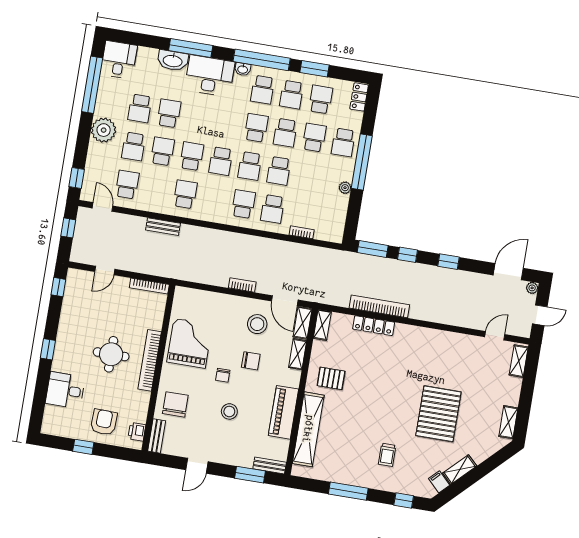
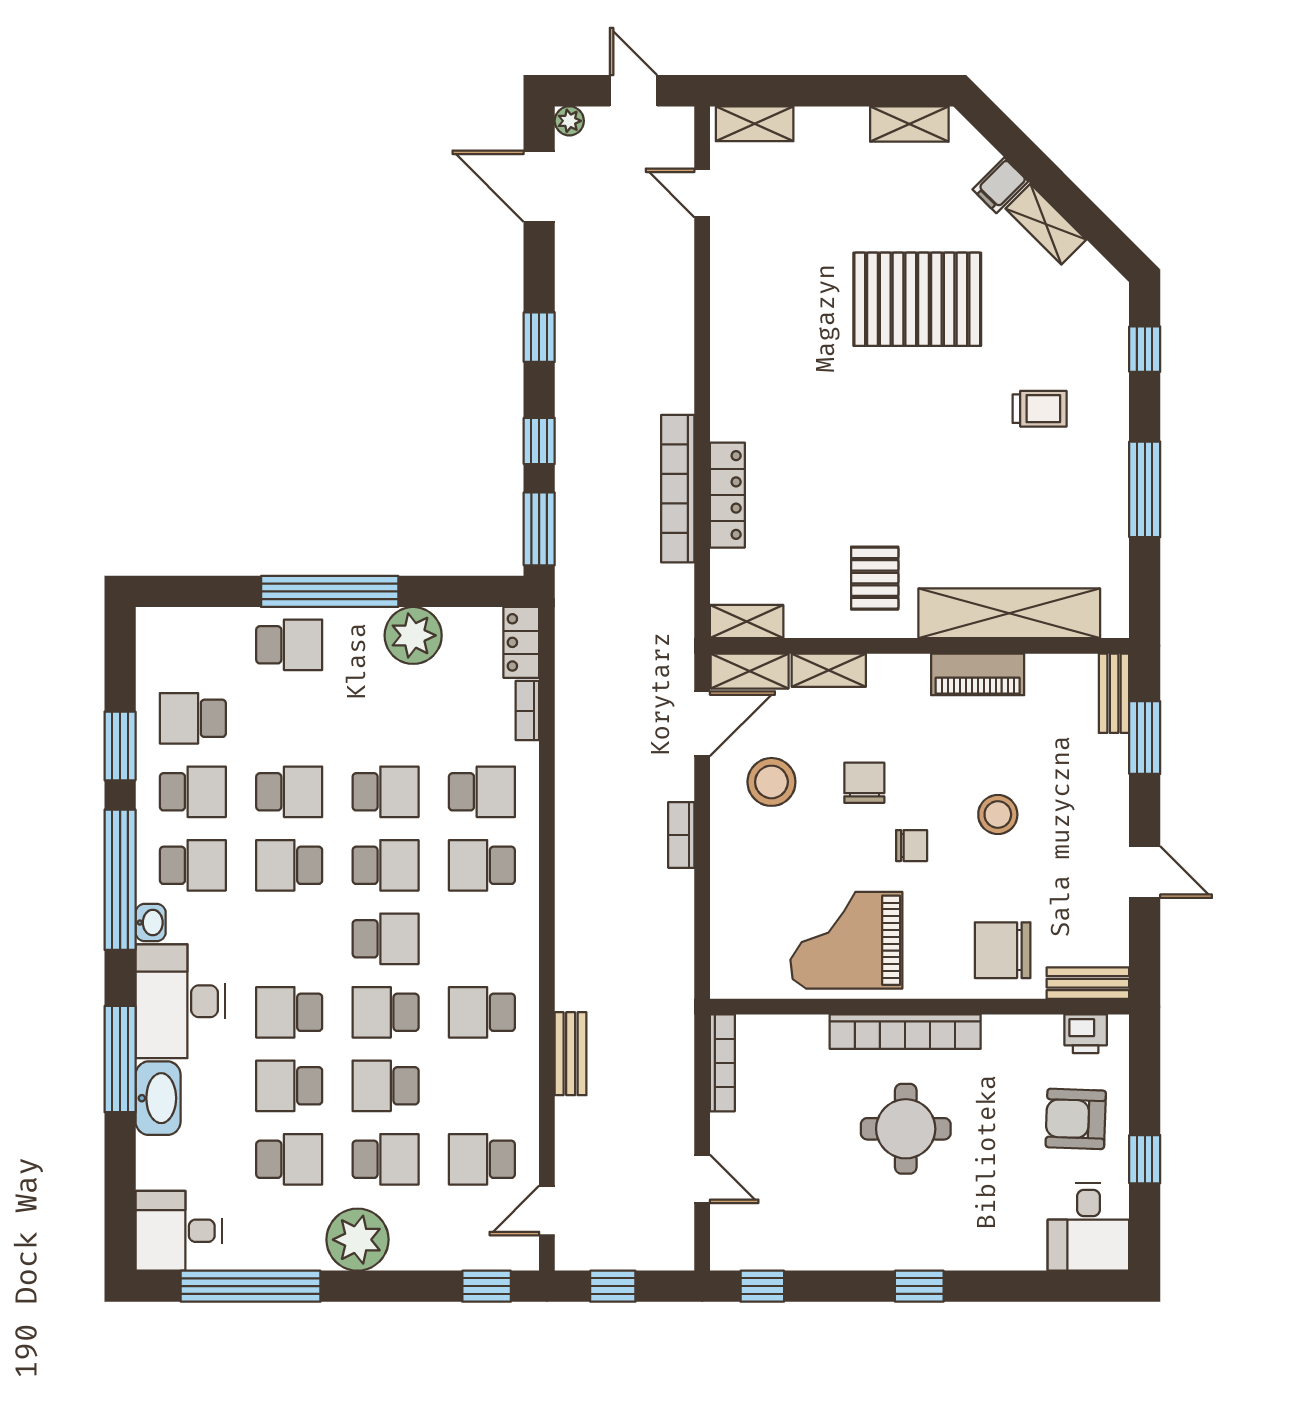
locker: (359, 97) -> (521, 642), moved, turned 90
school desk: (314, 138) -> (289, 1012), moved
plant: (345, 188) -> (413, 635), width x1.88, depth x1.88
desk: (65, 390) -> (1088, 1227), moved
piano: (283, 412) -> (978, 674), width x0.73, depth x0.75
filing cabinet: (439, 482) -> (1000, 185), moved

